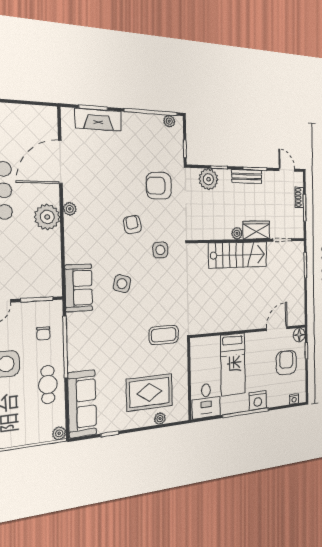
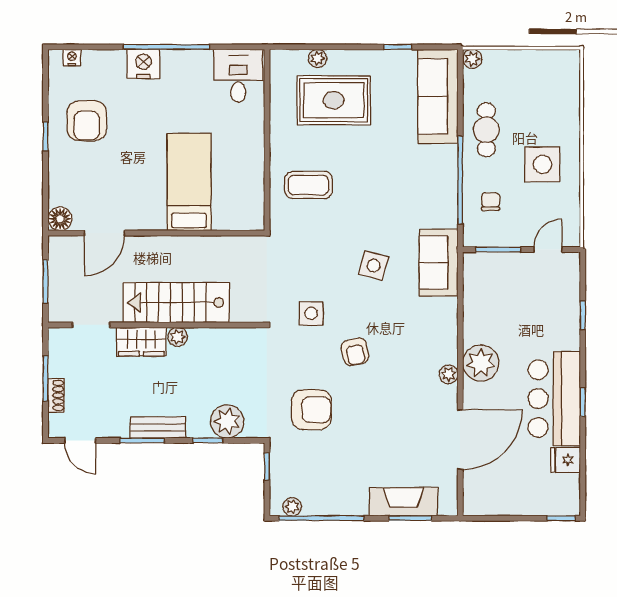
door: (277, 329) -> (105, 233), moved
wall: (250, 331) -> (156, 233), moved
floor lamp: (299, 335) -> (60, 219), moved
bed: (233, 364) -> (189, 182), moved

